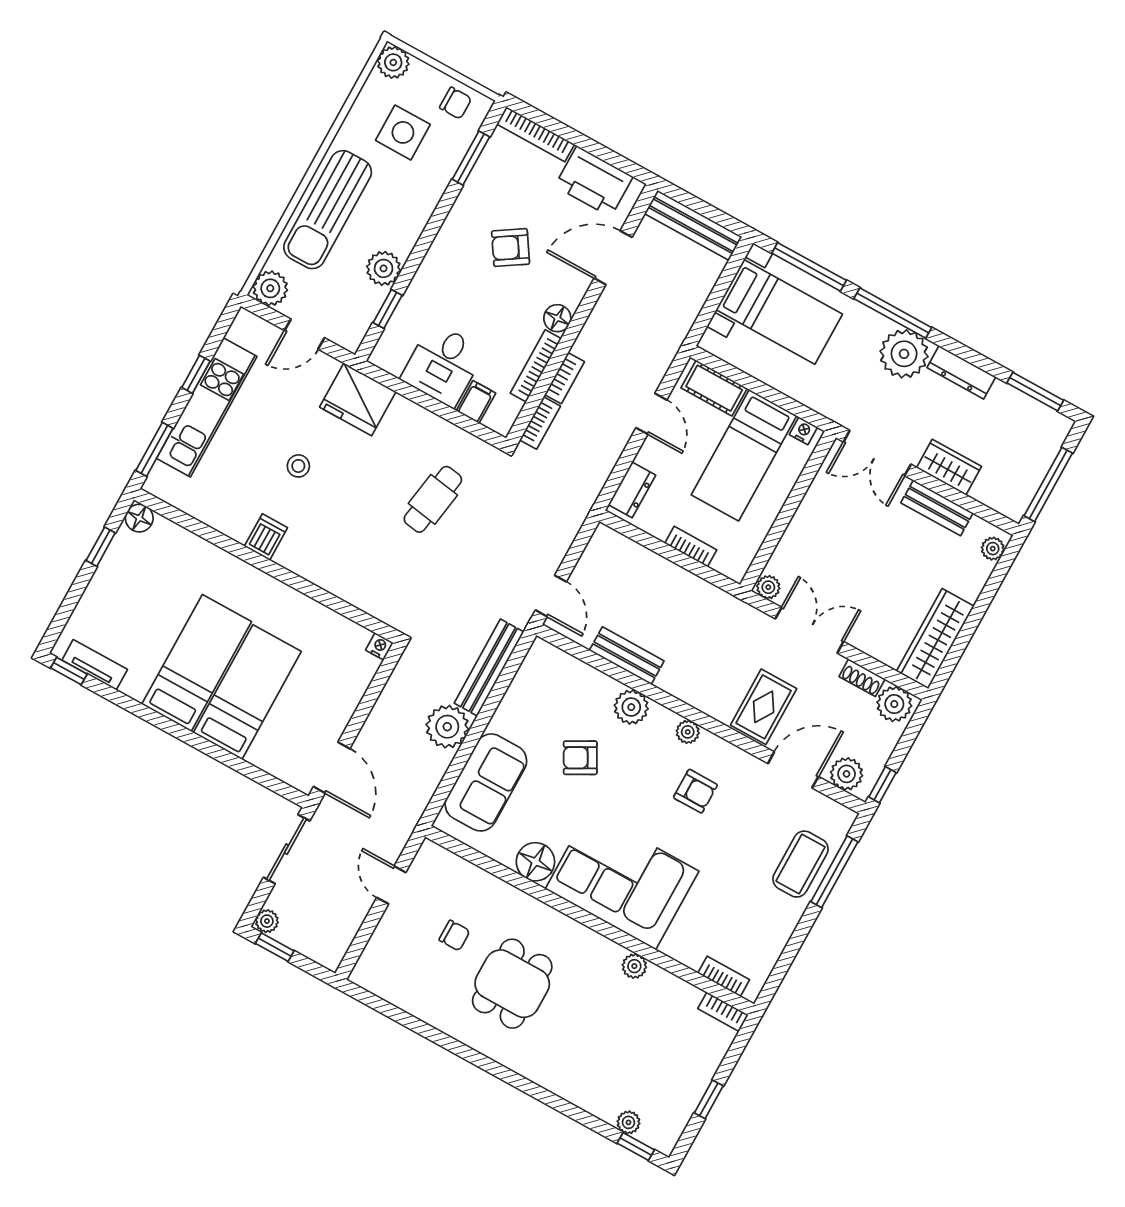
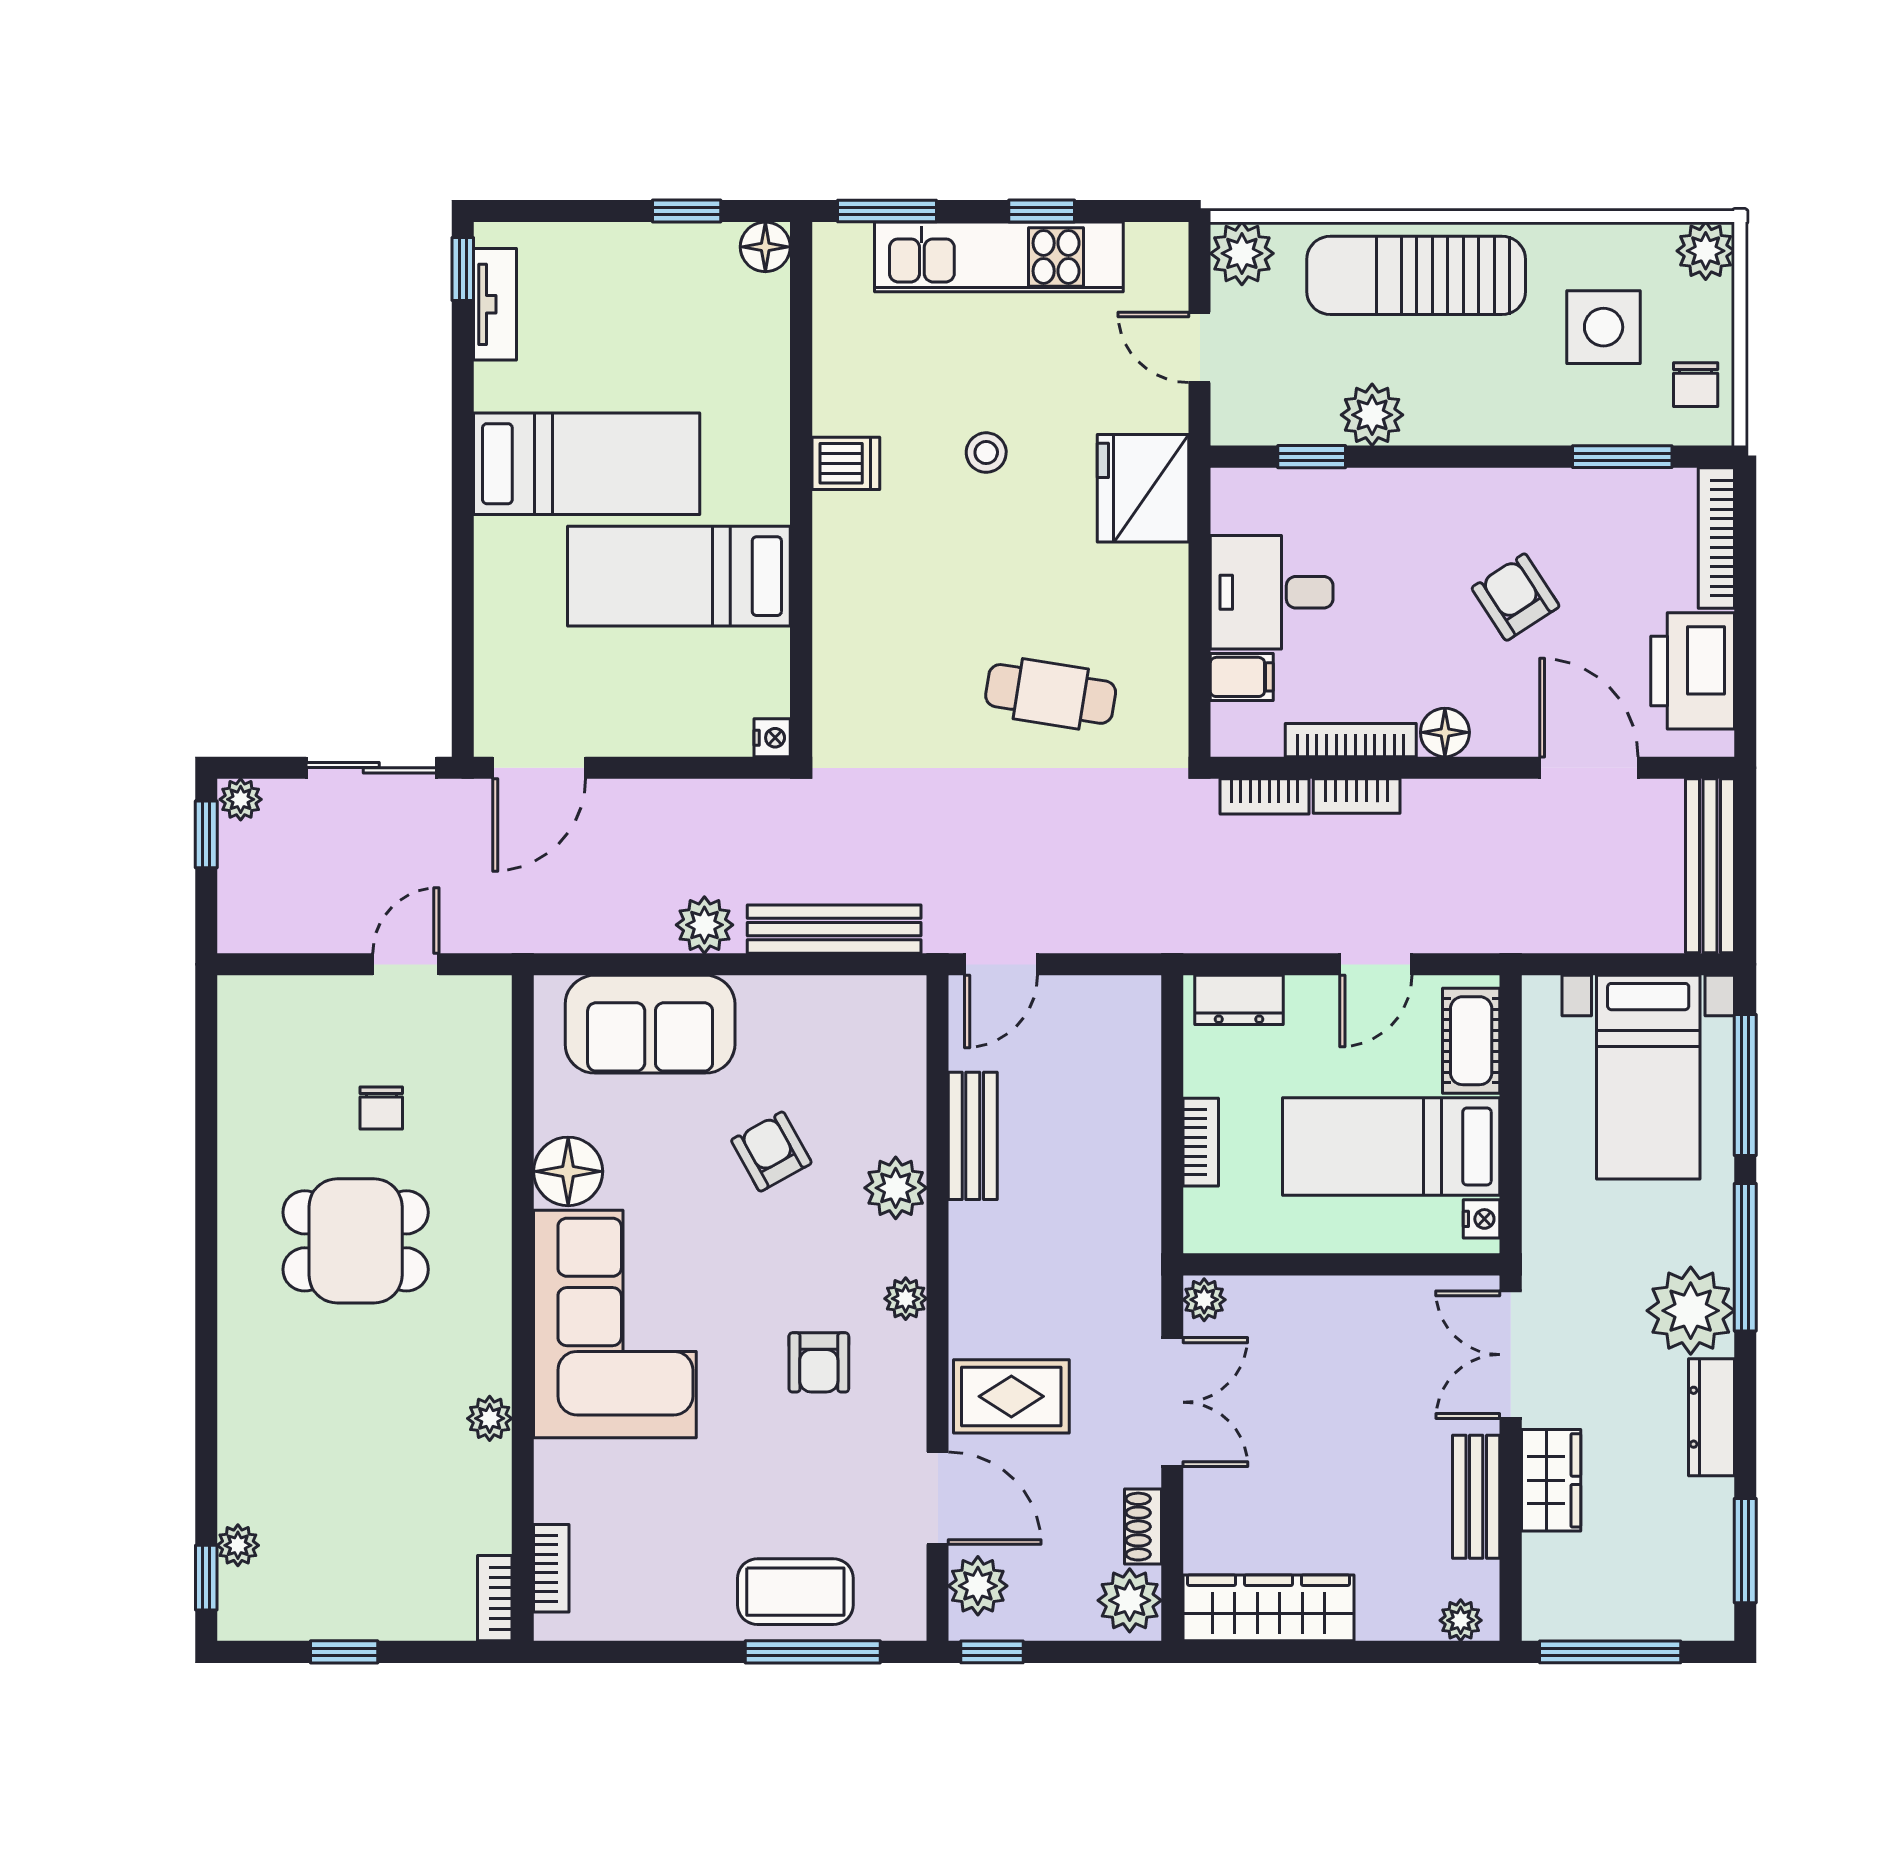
bed: (247, 692) -> (679, 576), moved, turned 180
plant: (447, 727) -> (704, 925), width x0.73, depth x0.73

